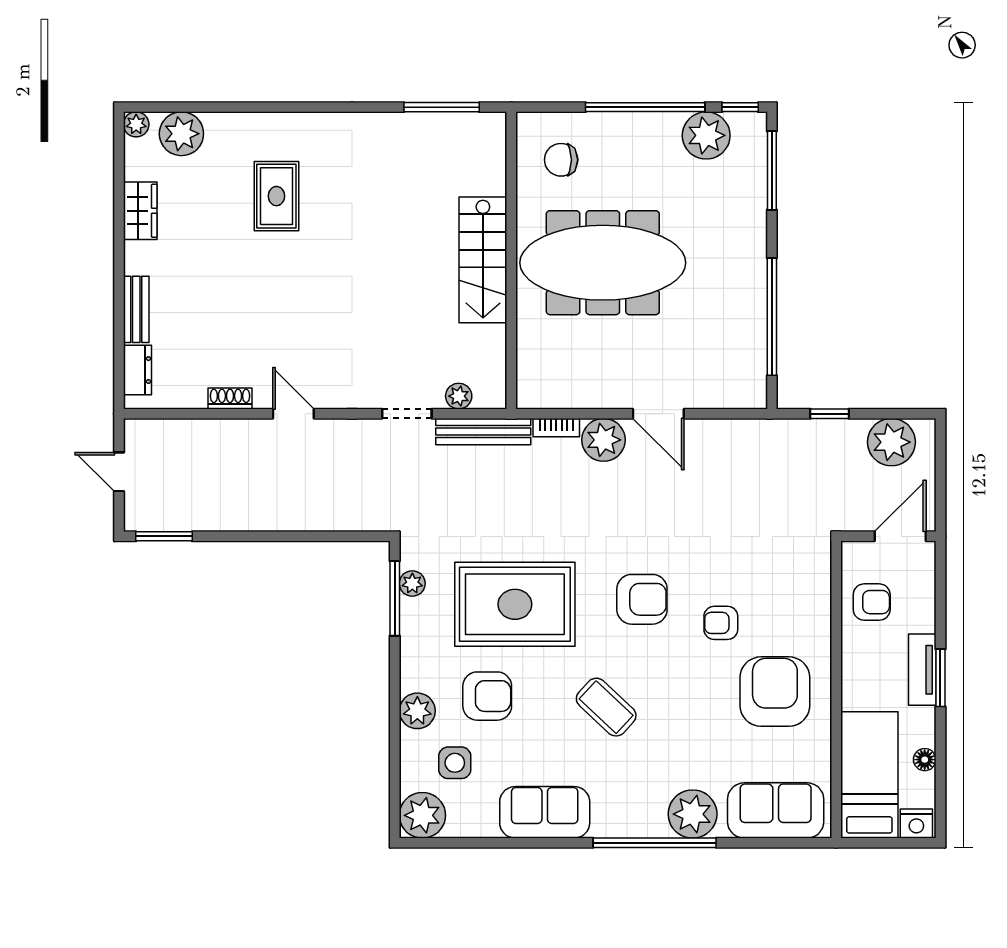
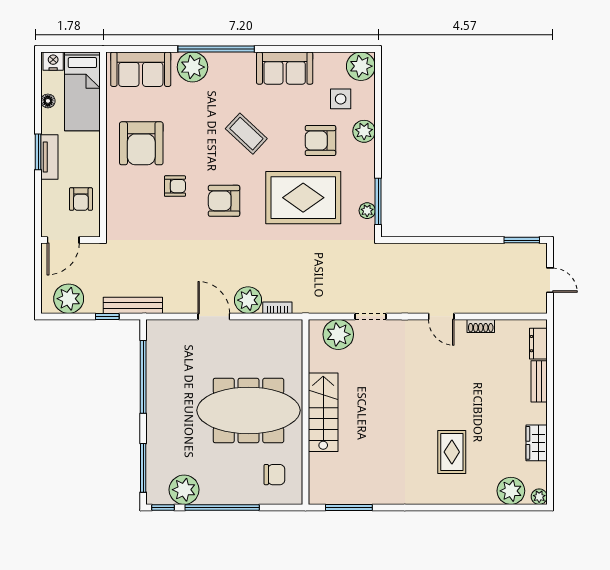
plant: (459, 396) -> (338, 334), width x1.88, depth x1.88
bench: (483, 432) -> (133, 305), moved
armchair: (872, 602) -> (81, 199), turned -90

